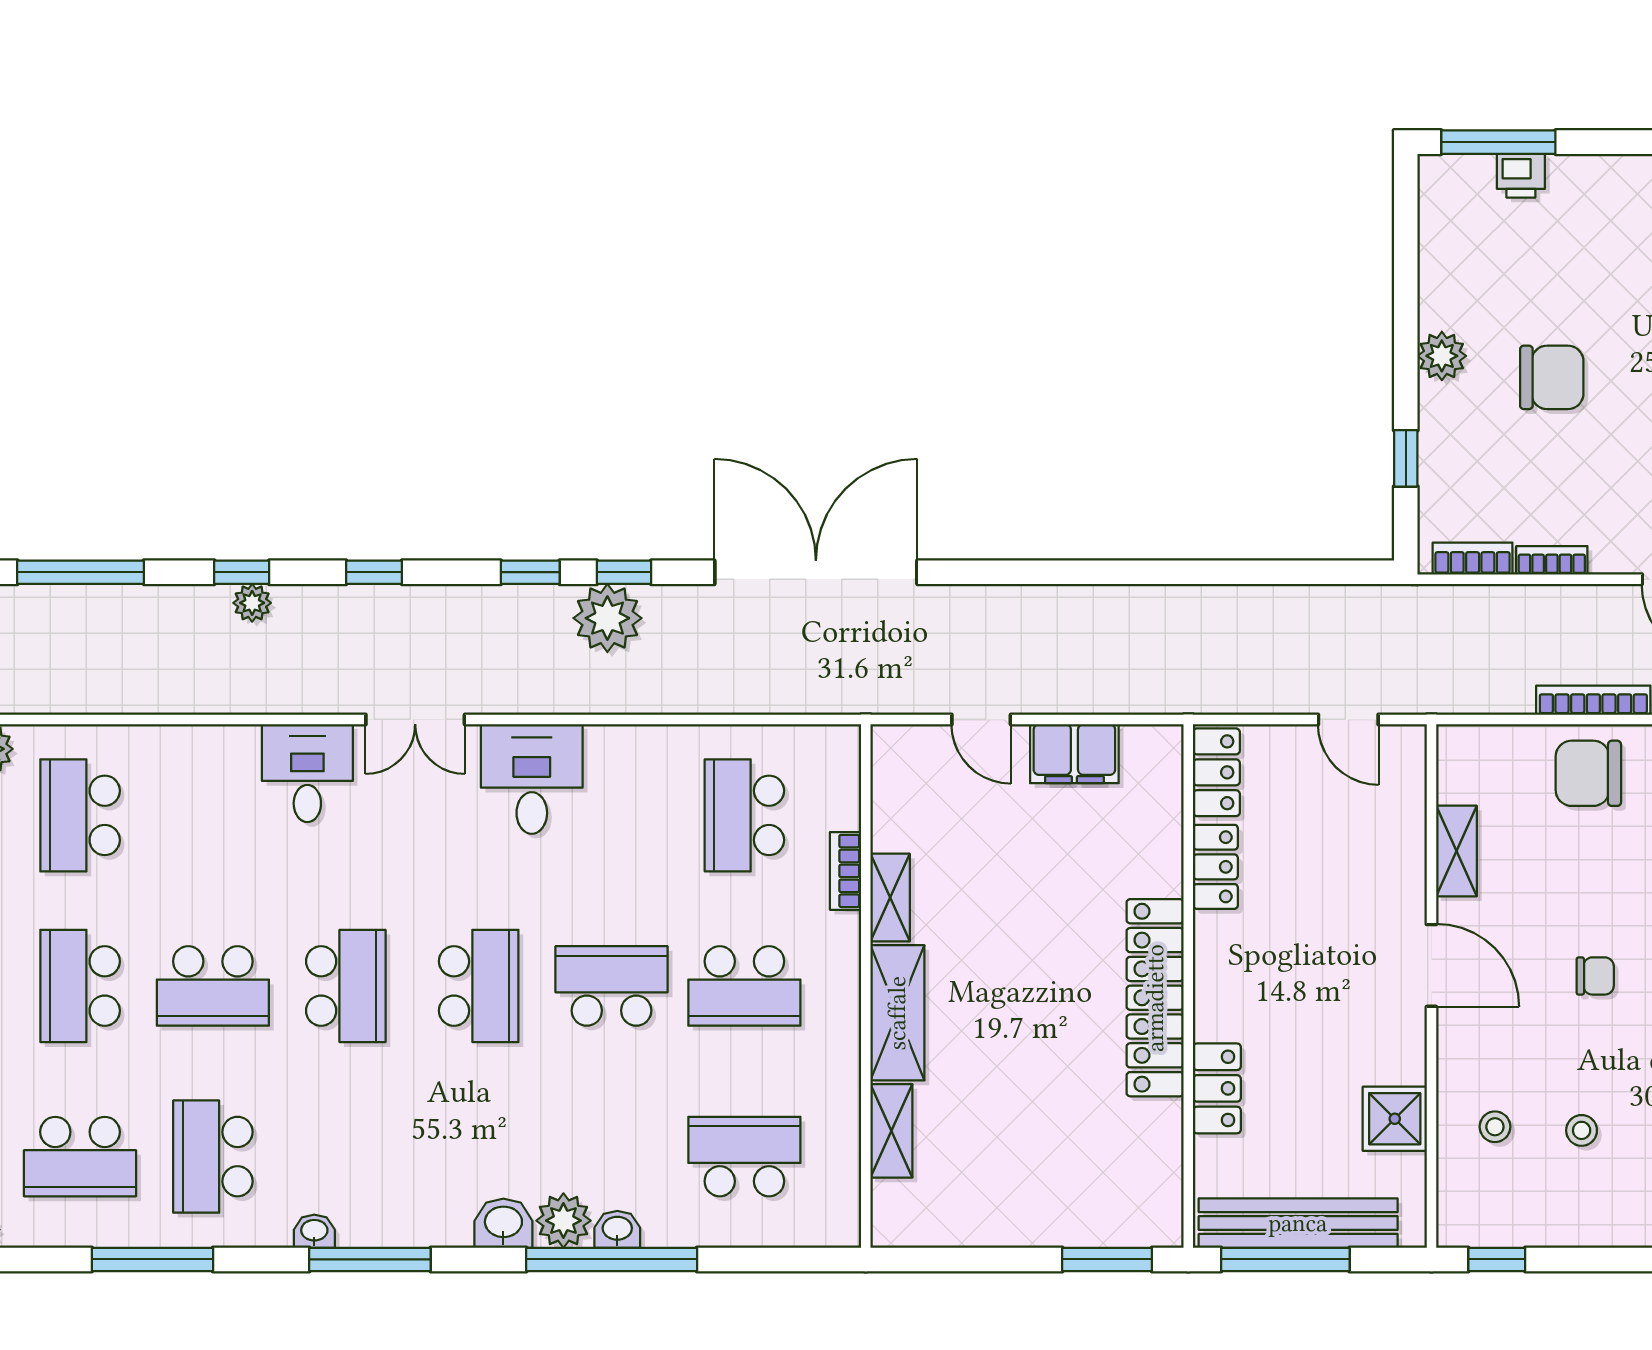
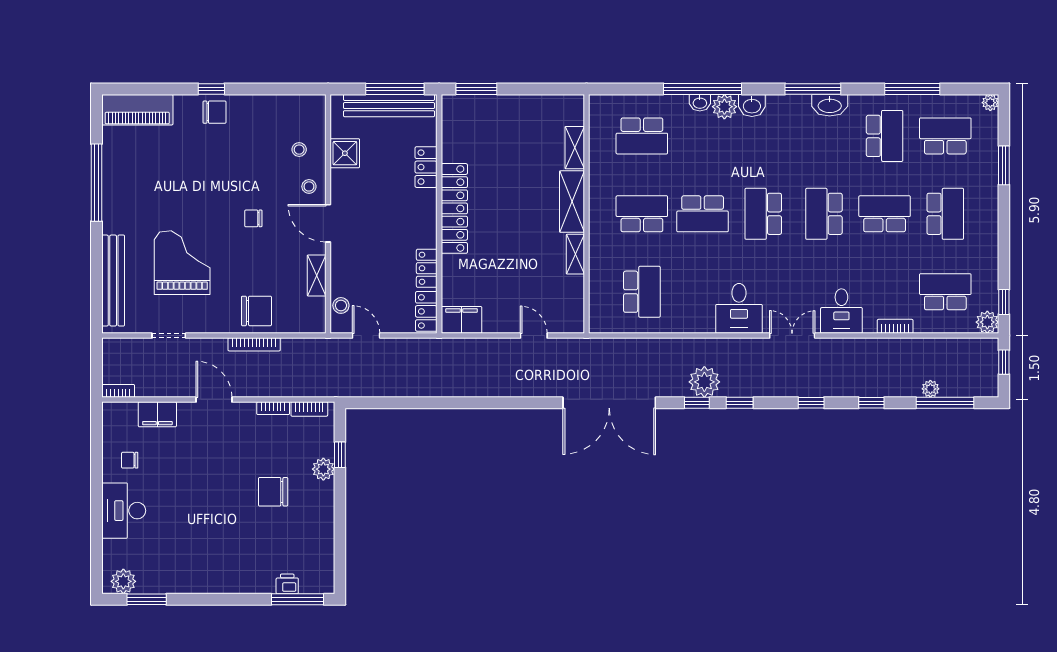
plant: (1442, 356) -> (323, 469), moved
plant: (252, 603) -> (930, 389), moved
filing cabinet: (1074, 754) -> (462, 320), moved
stool: (1403, 785) -> (341, 305), added
school desk: (80, 815) -> (945, 292), turned -90
bookcase: (845, 871) -> (895, 326), moved, turned -90
stool: (1582, 1130) -> (309, 186), moved
washbasin: (314, 1231) -> (830, 105), width x1.91, depth x1.45
window: (1497, 1259) -> (298, 89), removed

